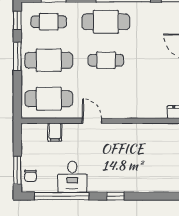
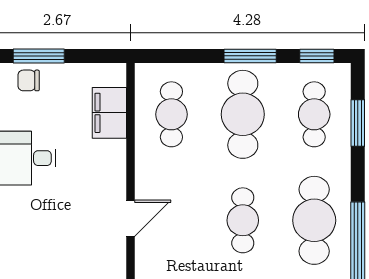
cafe table: (49, 99) -> (171, 114), width x0.73, depth x0.74
door: (92, 121) -> (130, 218), moved
filing cabinet: (55, 132) -> (109, 113), width x2.00

